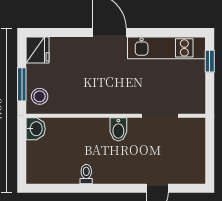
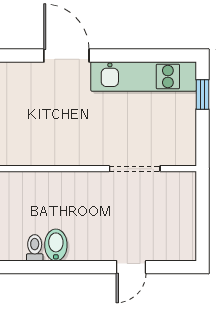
bidet: (118, 129) -> (56, 245), moved, turned 180

